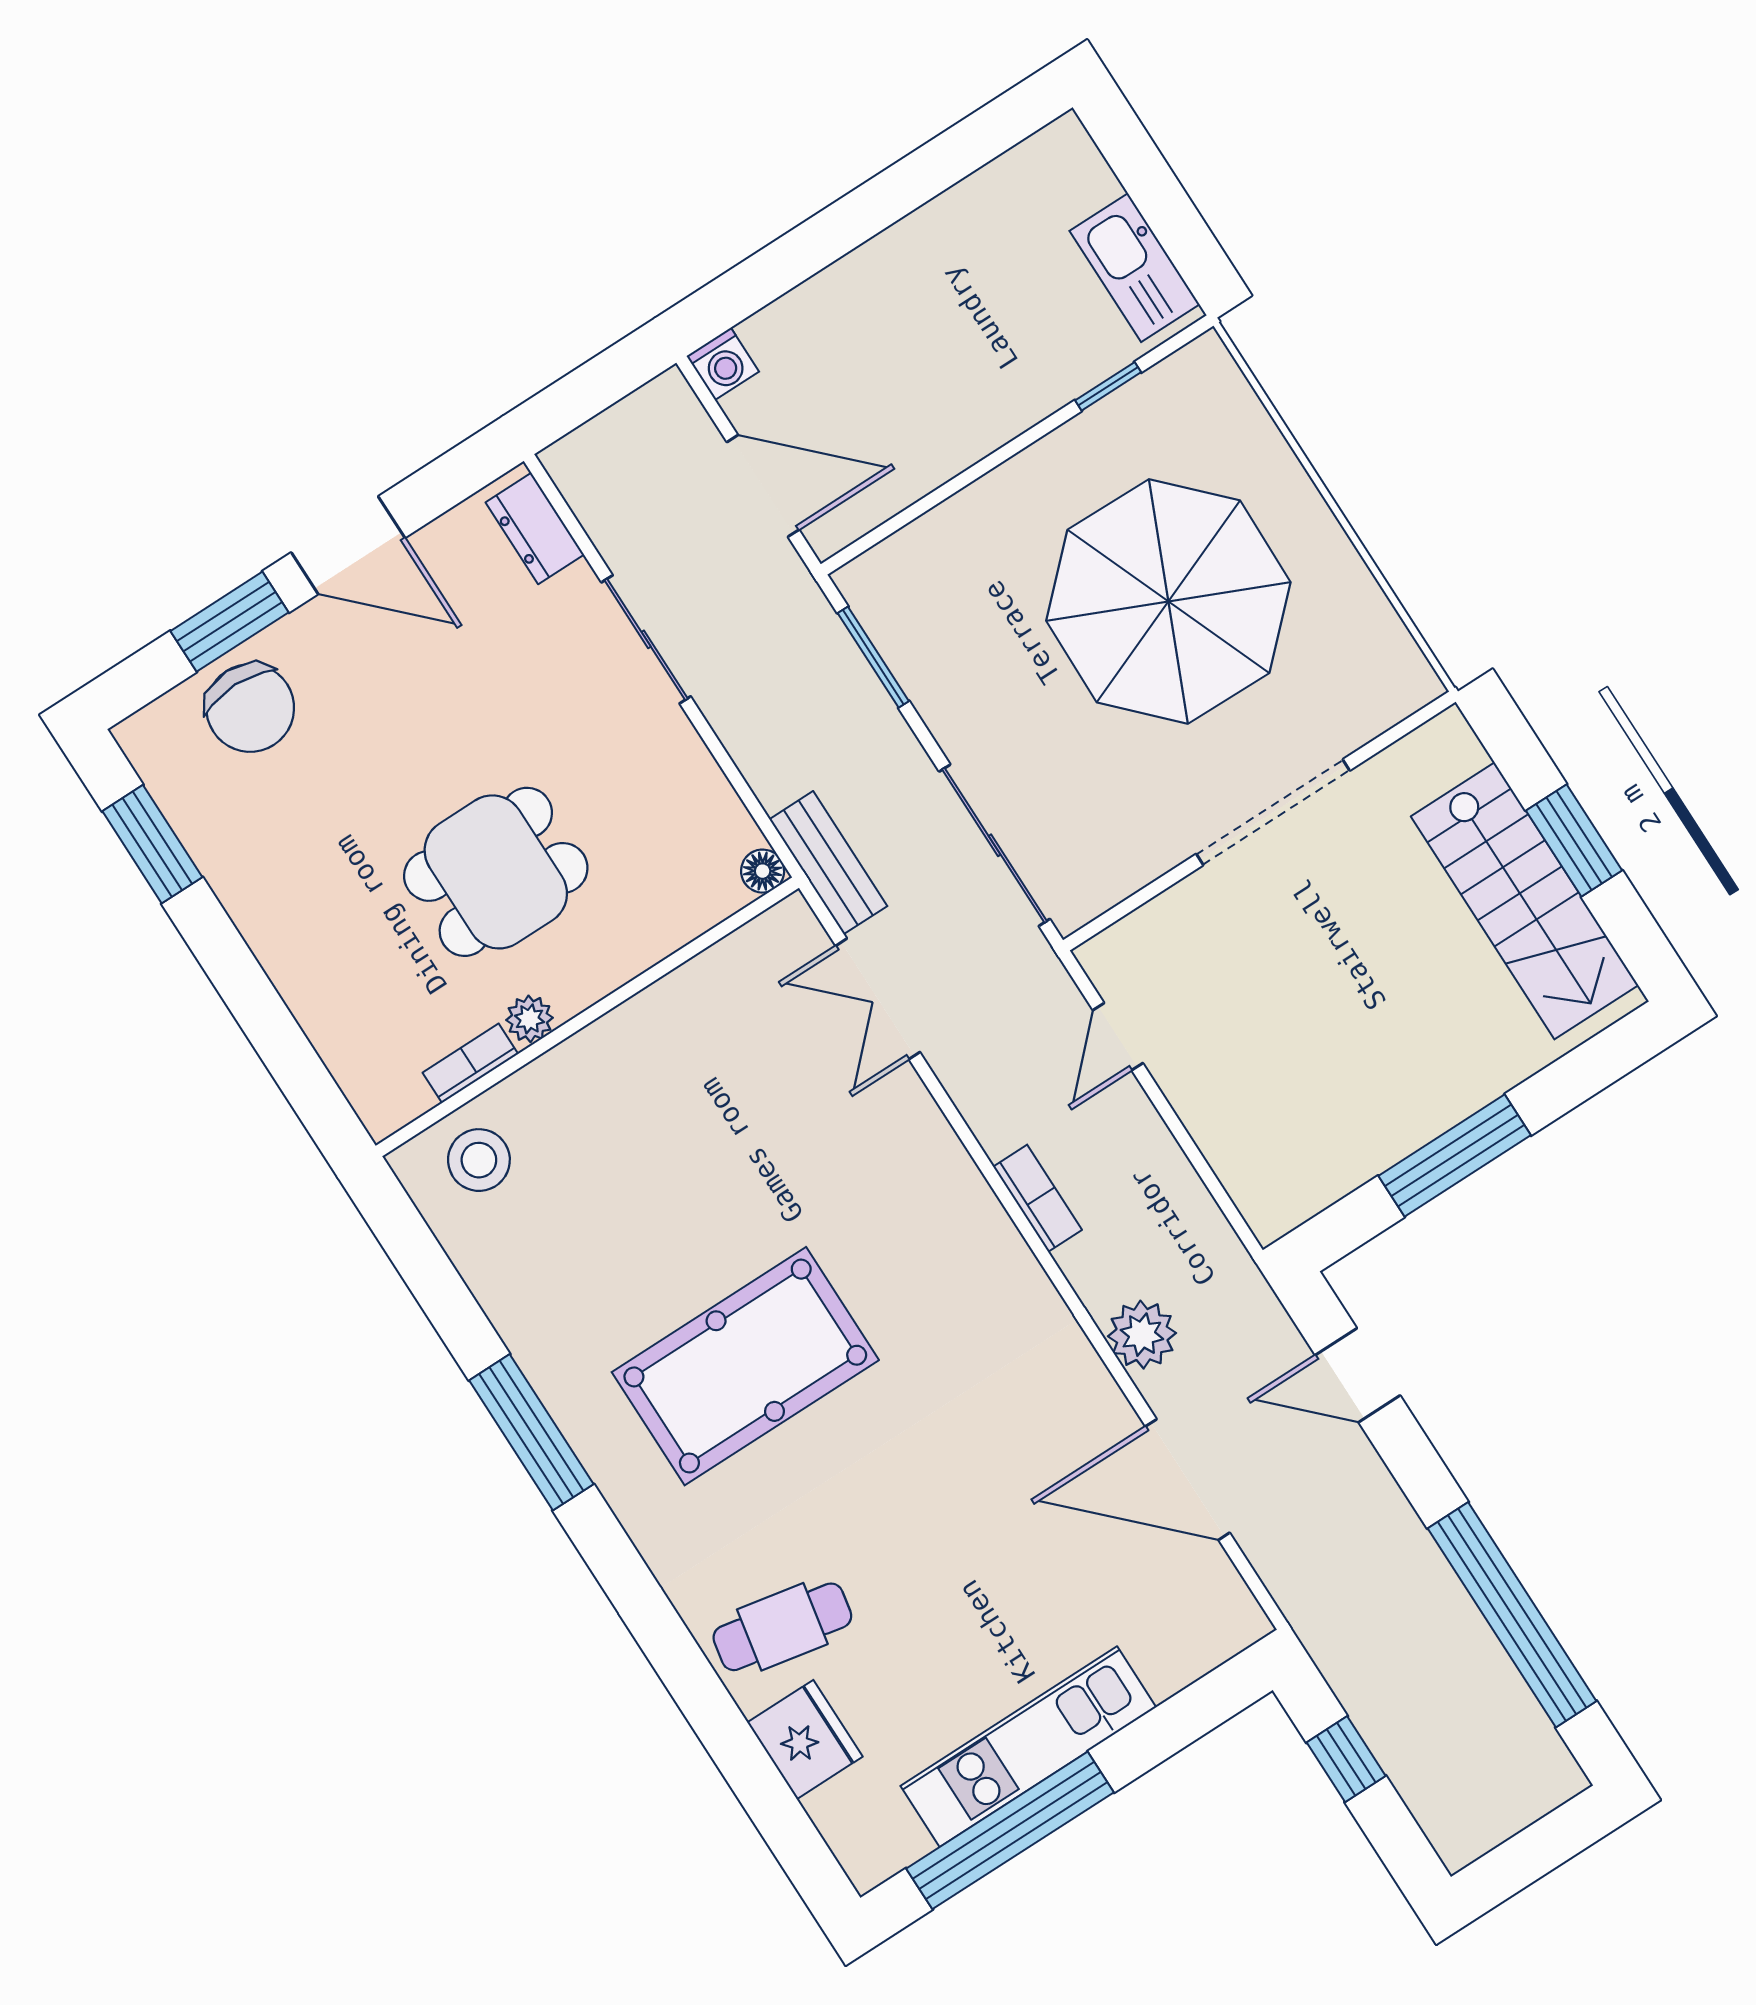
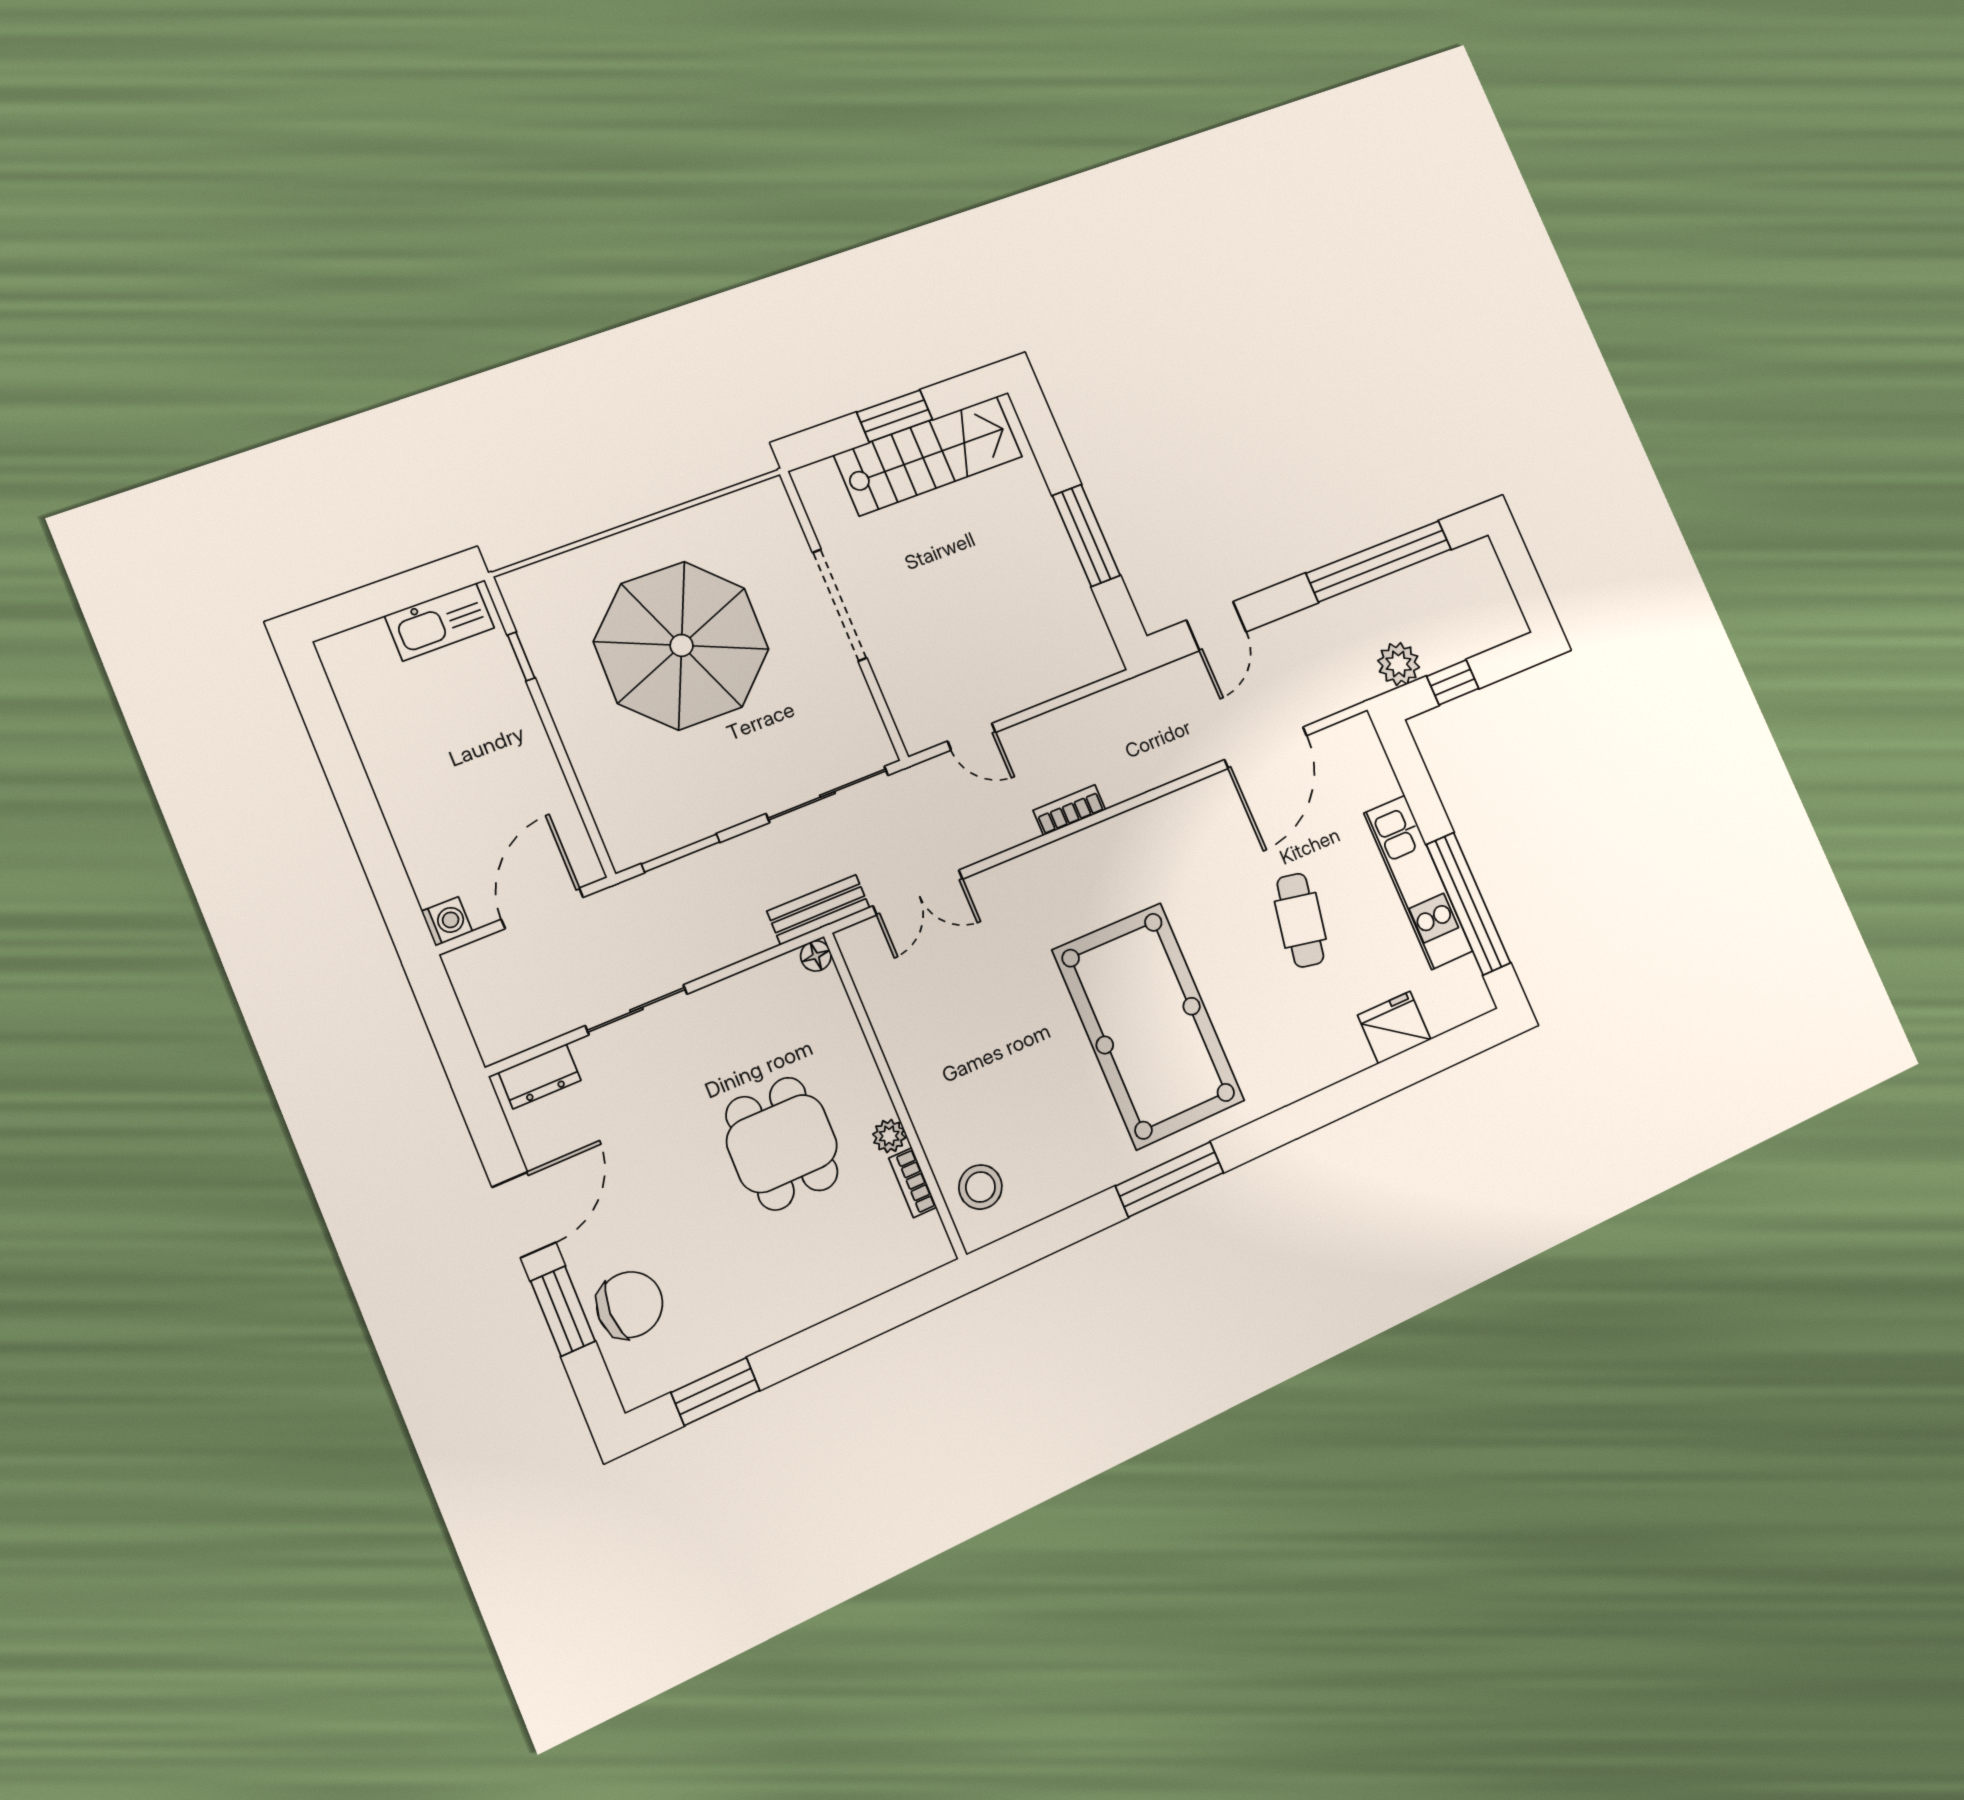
plant: (1142, 1335) -> (1399, 664), moved
pool table: (745, 1366) -> (1148, 1026), width x1.36, depth x1.32
cafe table: (782, 1627) -> (1300, 920), moved

